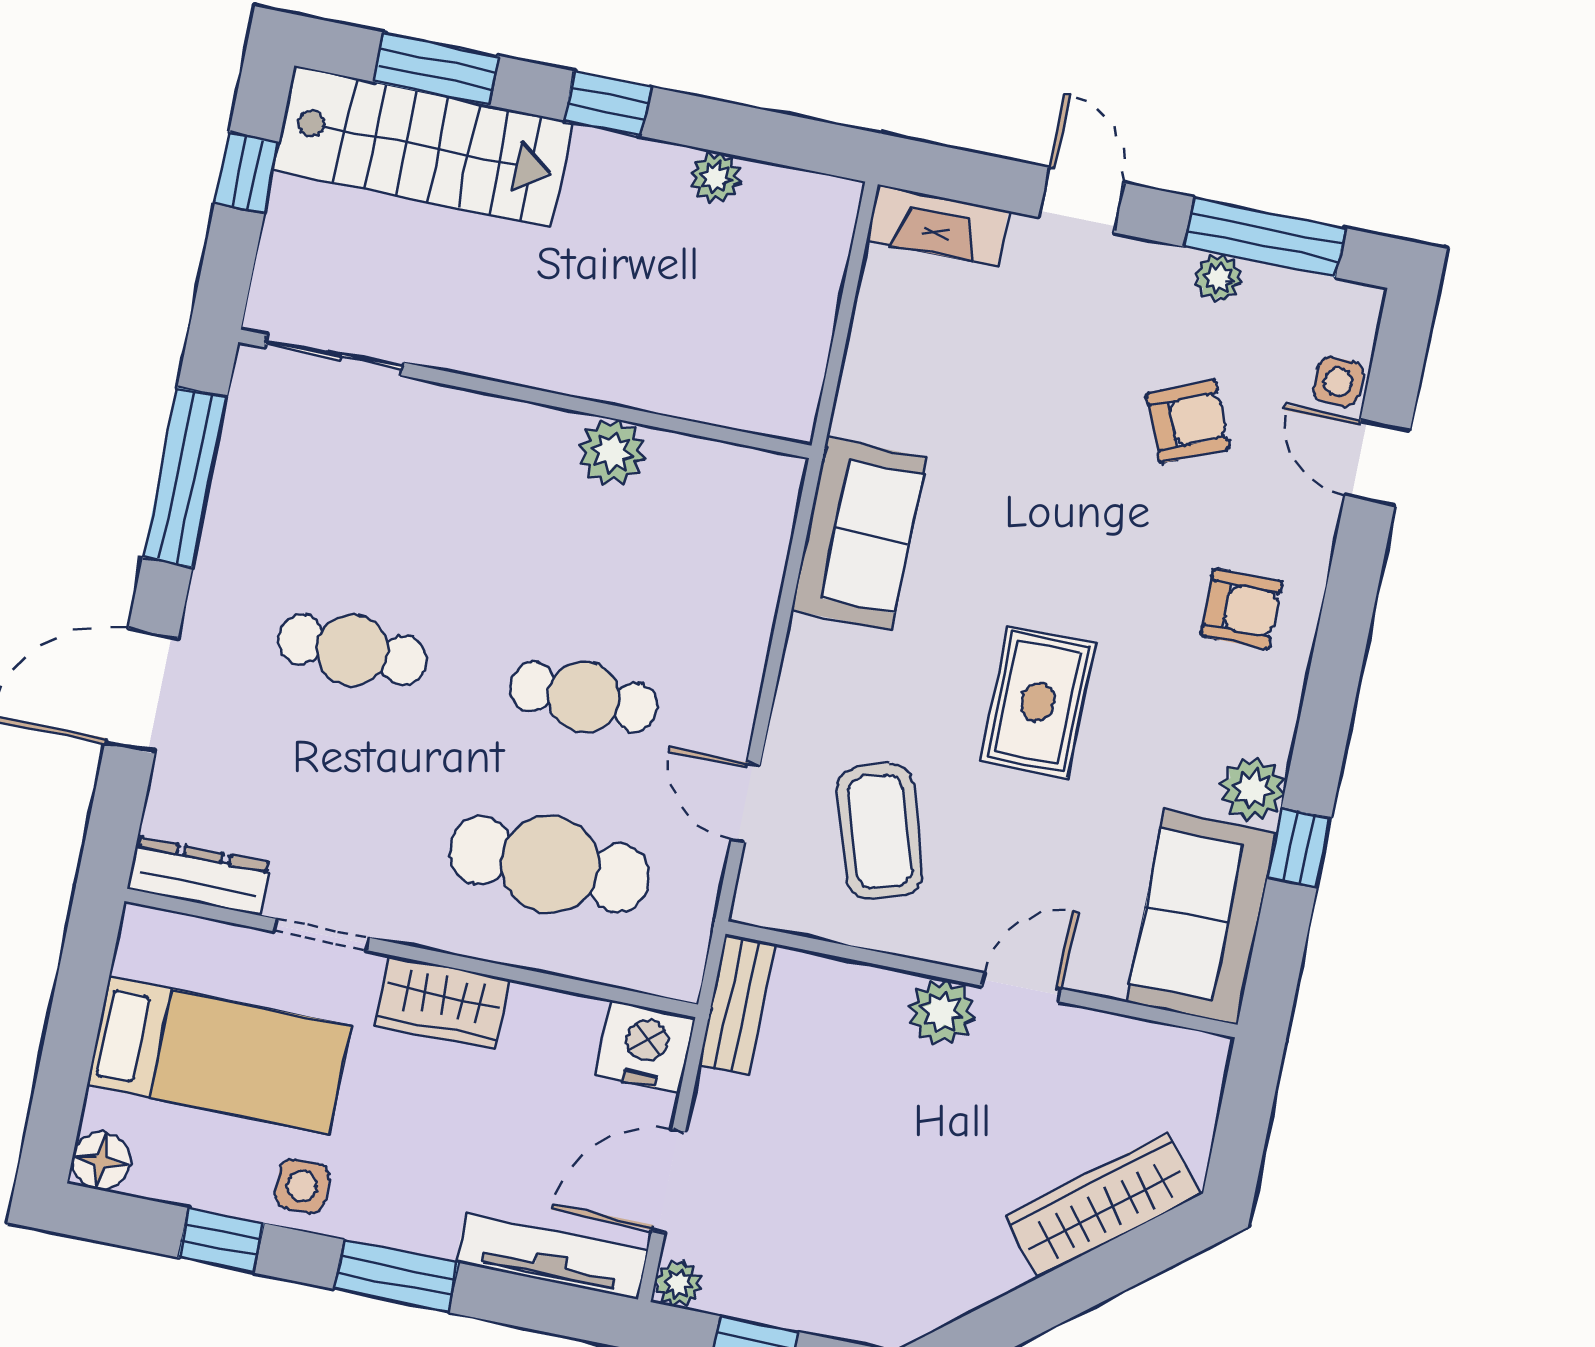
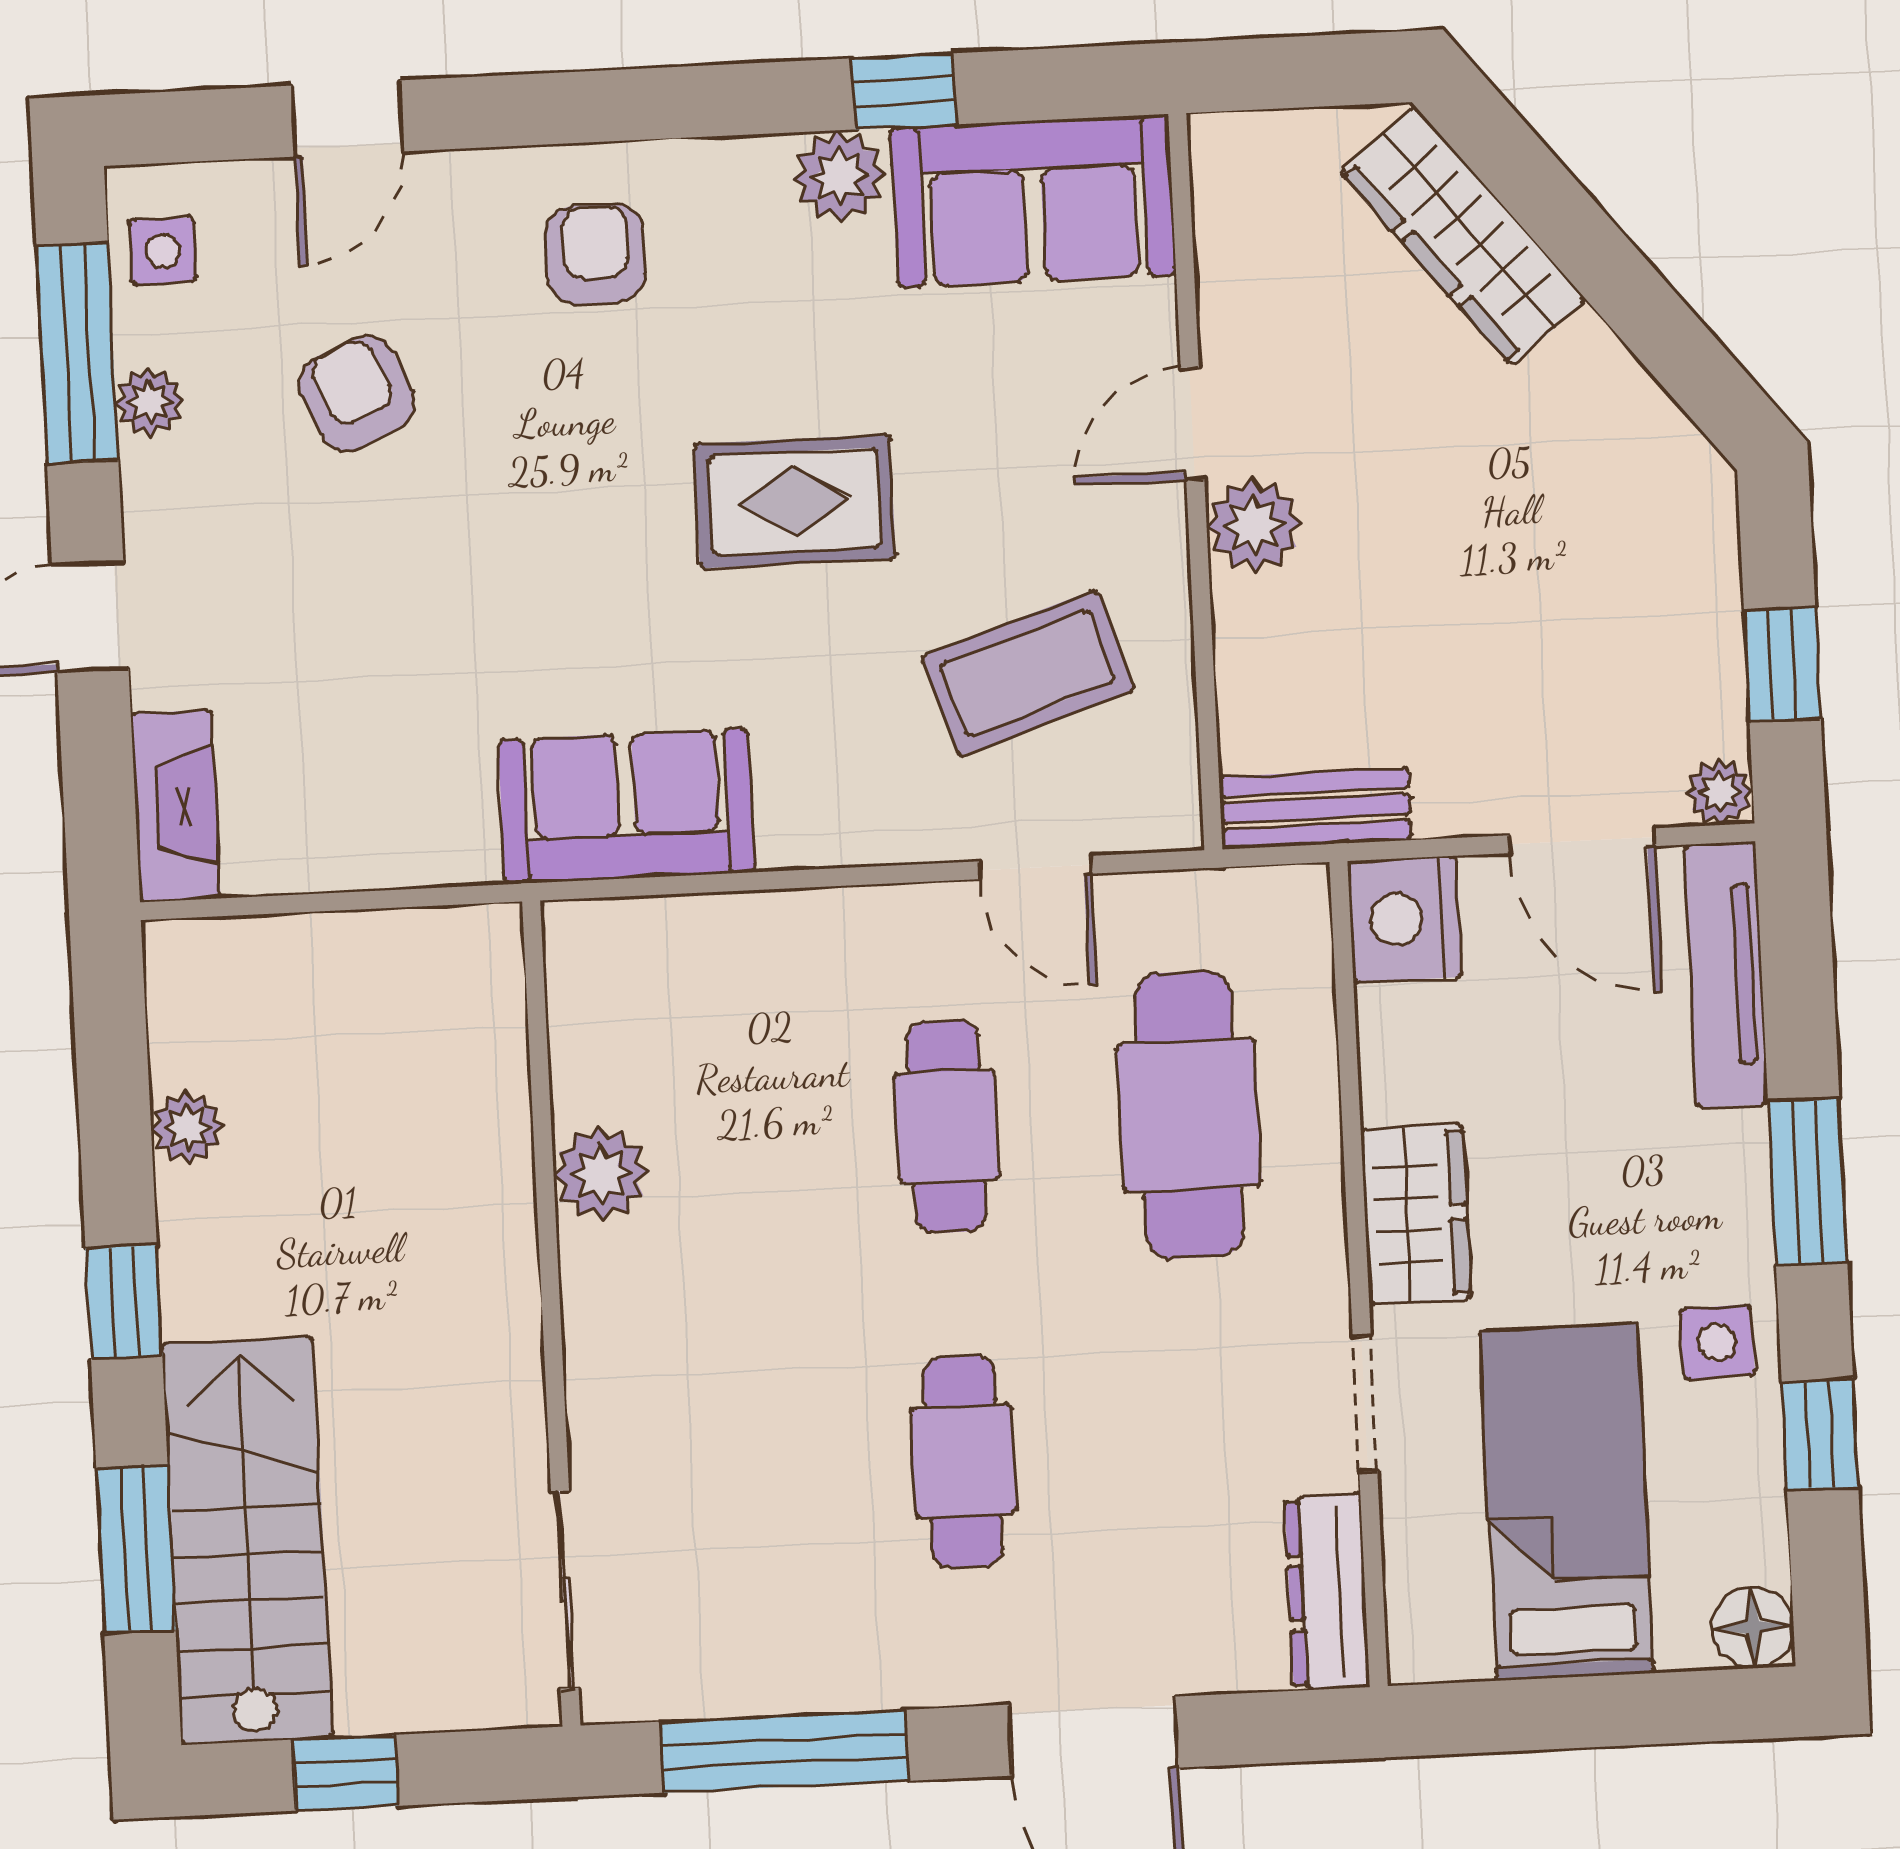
side table: (1338, 382) -> (163, 251), moved
door: (746, 803) -> (1035, 867), hinge flipped
door: (1022, 987) -> (1193, 424), hinge flipped

